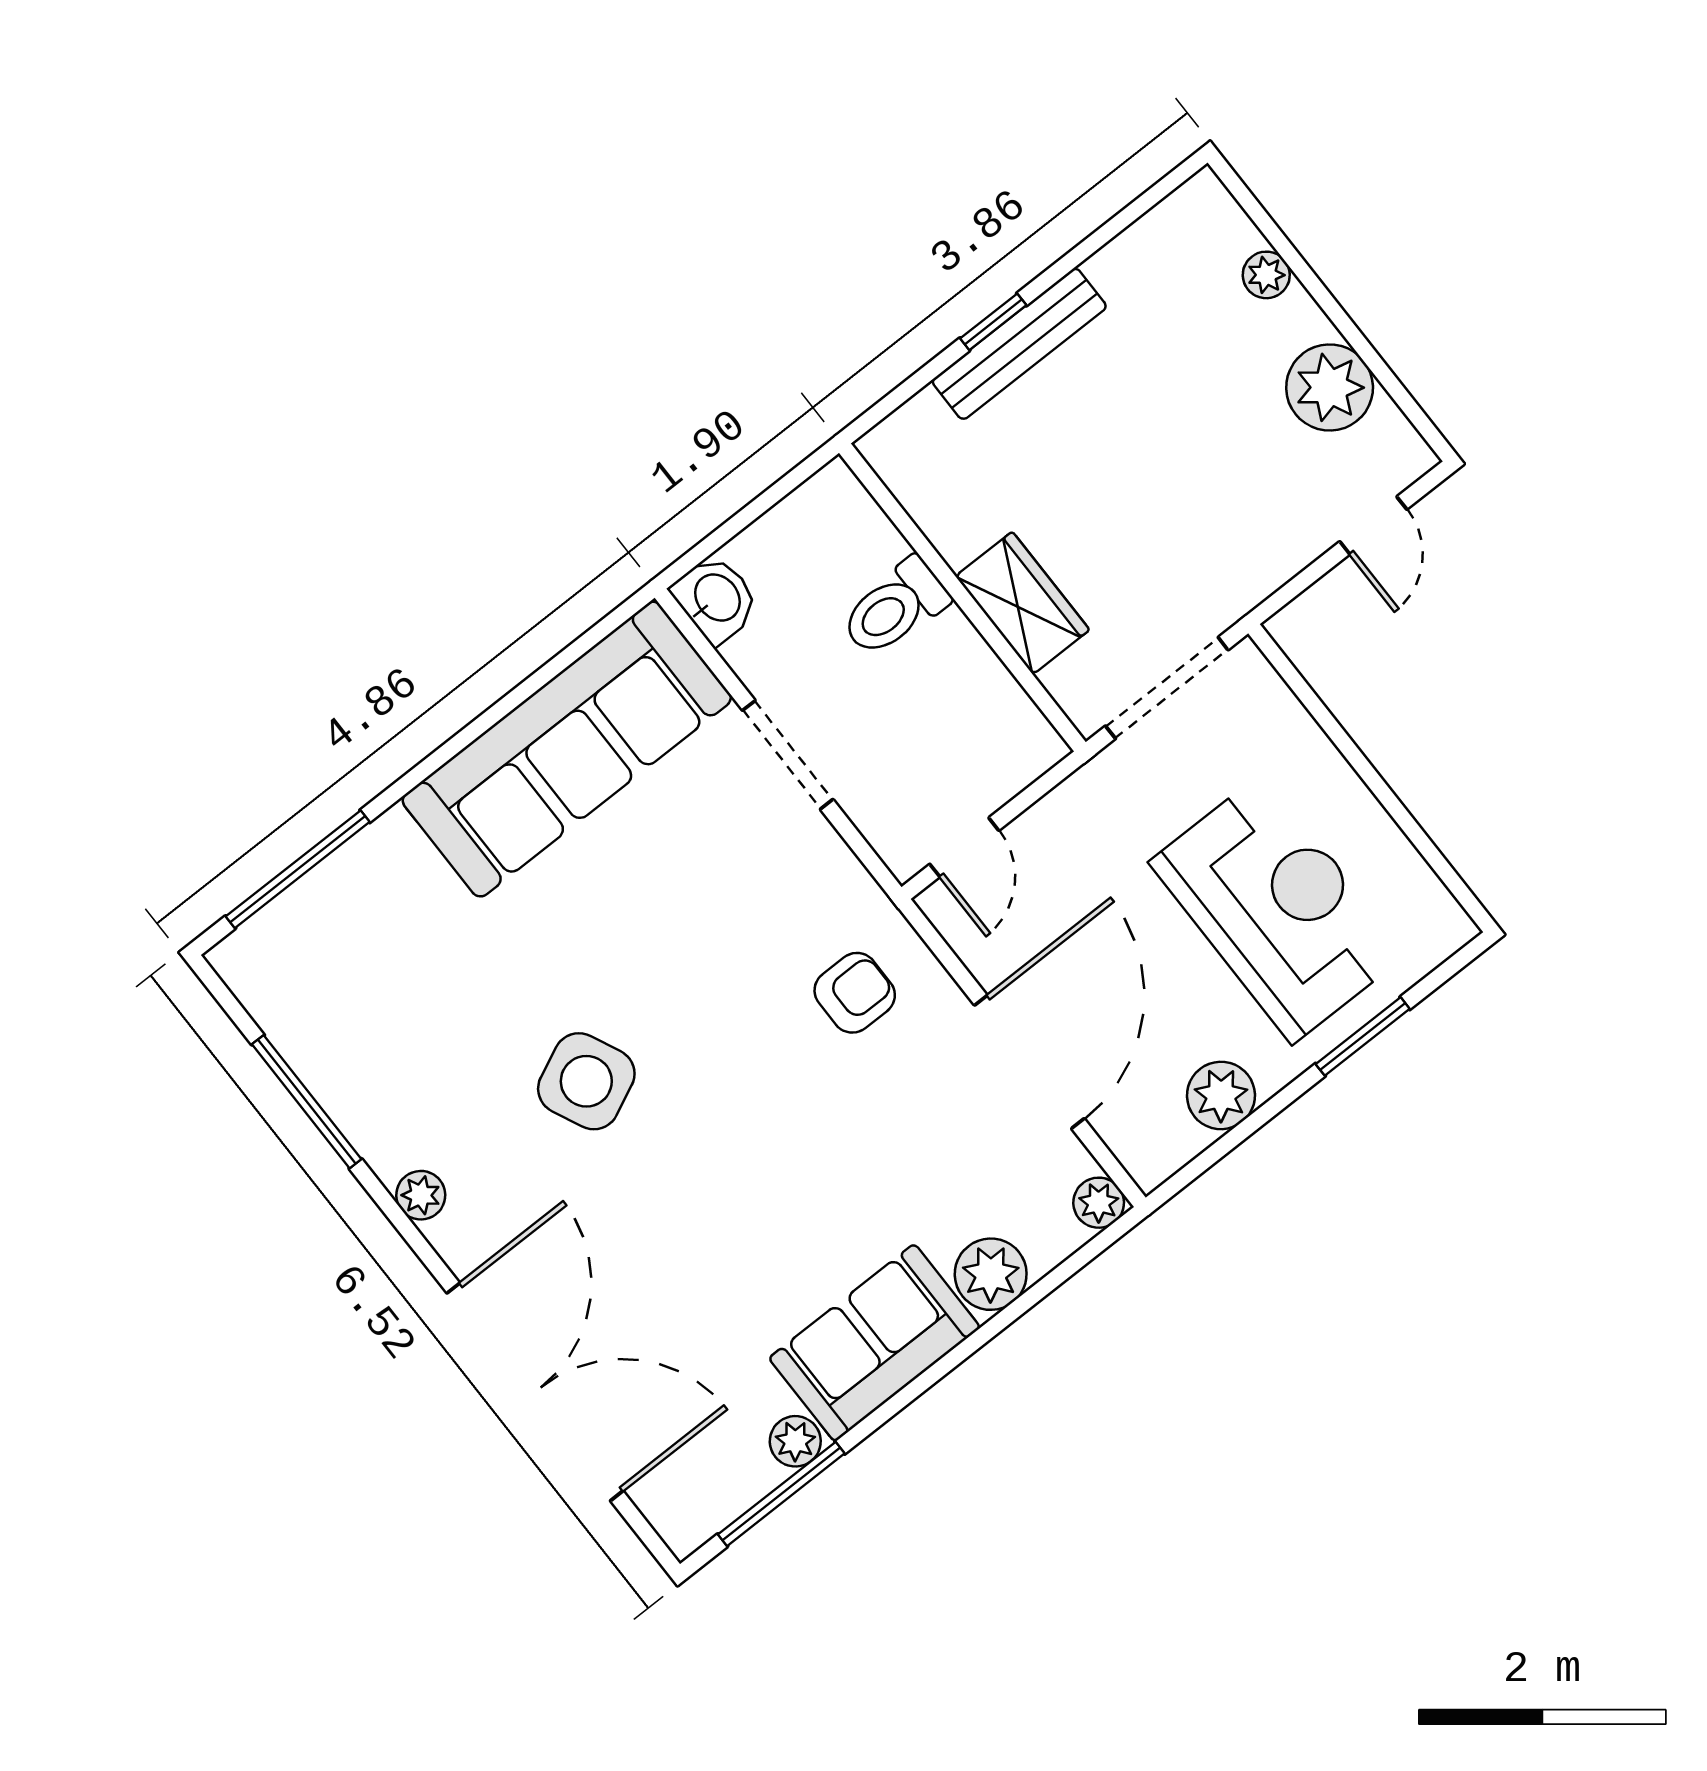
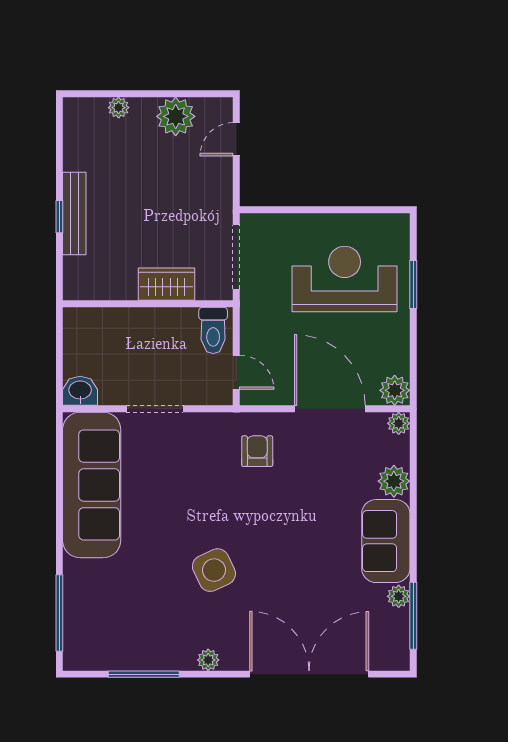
door: (1373, 525) -> (236, 139), swing flipped
toilet: (895, 608) -> (213, 330), moved
plant: (1221, 1095) -> (395, 390), moved

